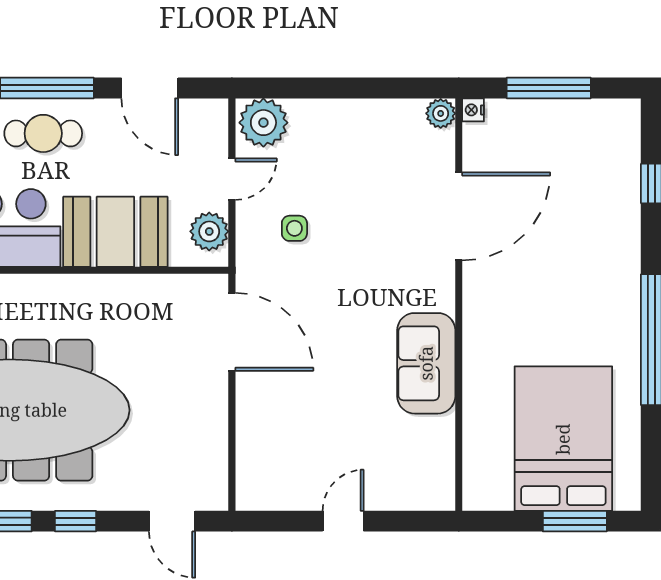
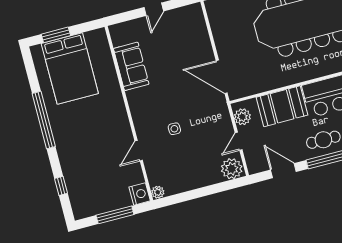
nightstand: (473, 110) -> (140, 194), width x1.89, depth x1.79
door: (459, 216) -> (139, 151), width x0.53
side table: (294, 228) -> (174, 129), moved
sofa: (426, 363) -> (131, 66), moved

